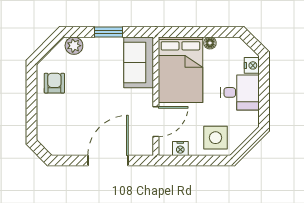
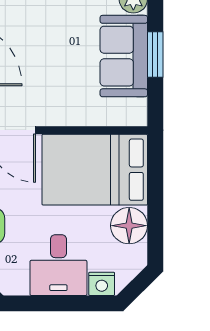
floor lamp: (210, 43) -> (129, 226), width x1.89, depth x1.89
sofa: (139, 62) -> (124, 56), moved, turned -90

